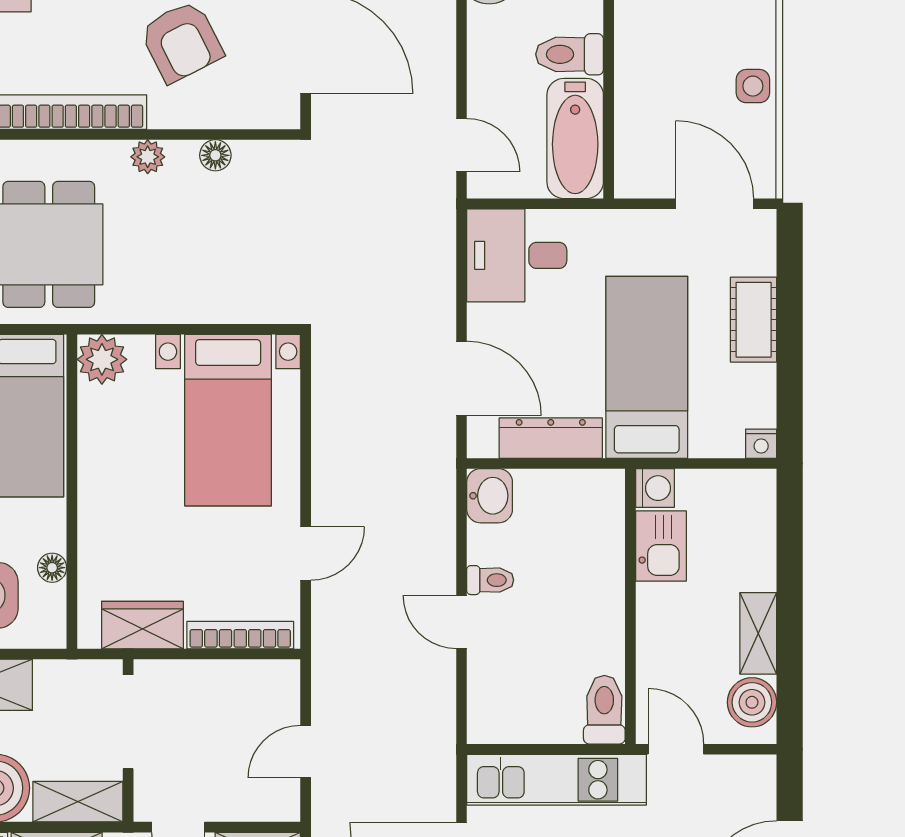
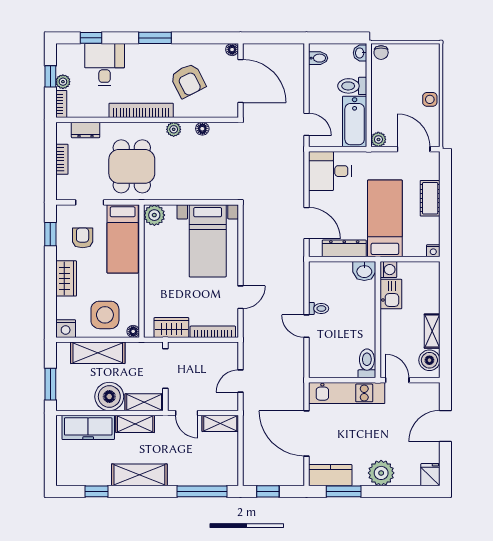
plant: (632, 181) -> (378, 139), added
washbasin: (490, 496) -> (364, 271), moved, turned 90
floor lamp: (52, 568) -> (133, 331), moved

